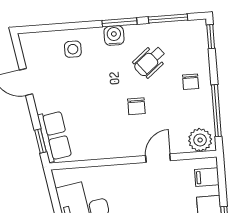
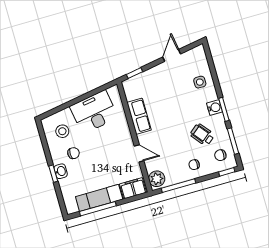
chair: (136, 106) -> (220, 155), moved
row of seats: (55, 136) -> (139, 116), moved, turned -81
filing cabinet: (207, 177) -> (133, 188), width x2.00

